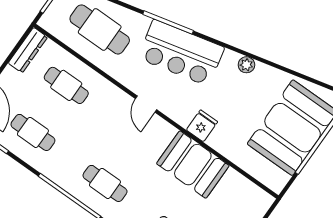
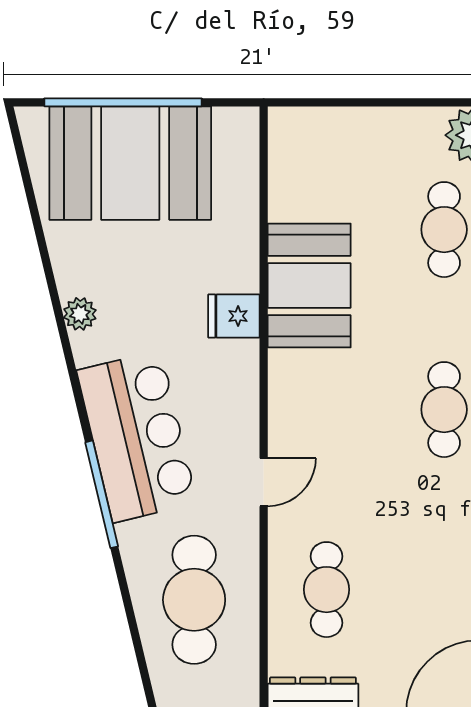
door: (146, 104) -> (264, 482), moved
cafe table: (33, 132) -> (444, 590), removed

